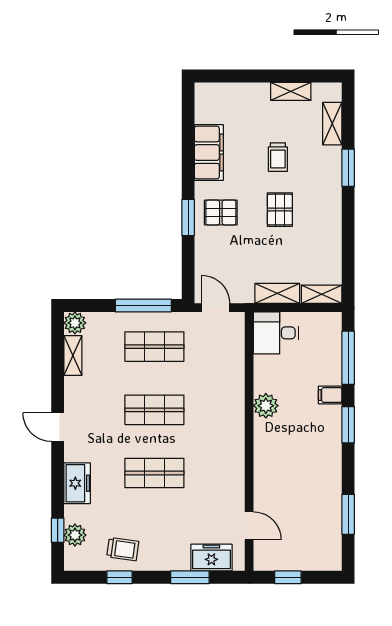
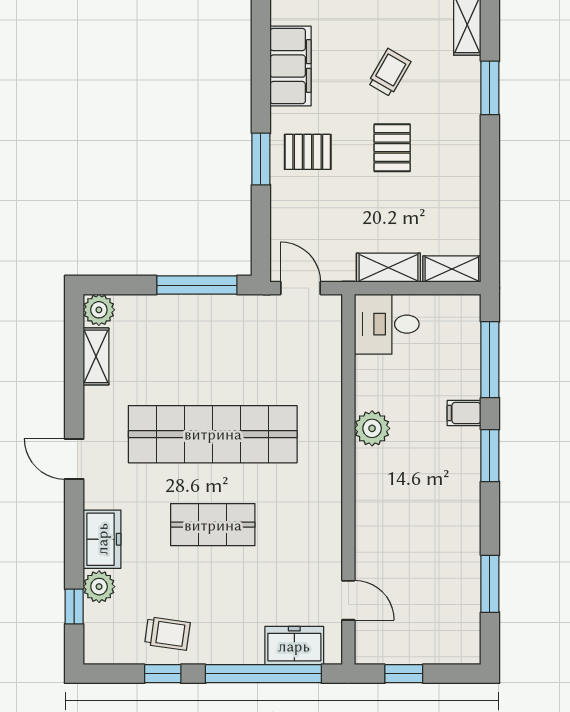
trolley: (278, 157) -> (389, 72), turned -150
shop shelf: (154, 347) -> (213, 344), removed
shop shelf: (154, 410) -> (213, 434), width x2.00, depth x1.36
plant: (75, 535) -> (99, 587), moved
window: (190, 577) -> (263, 674), width x2.11

